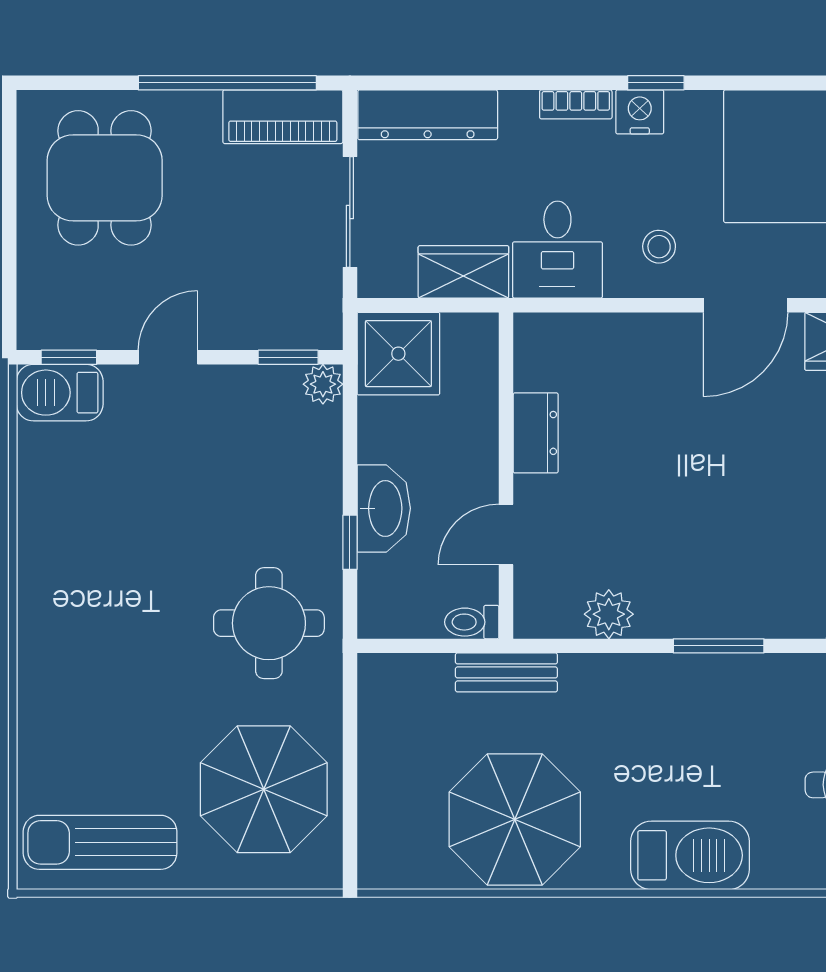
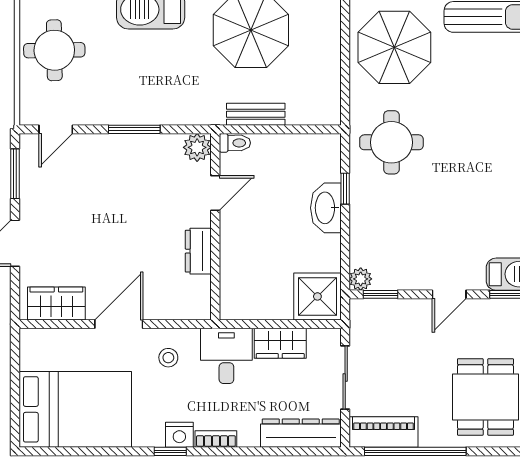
dresser: (536, 433) -> (198, 251), moved
wall: (506, 476) -> (215, 227), moved
door: (506, 534) -> (215, 193), moved
toilet: (472, 622) -> (235, 143), moved

